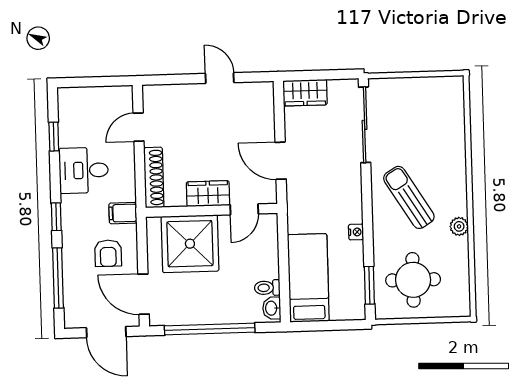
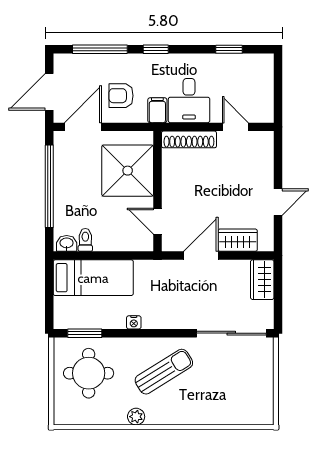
desk: (84, 170) -> (189, 101), moved, turned 180
wardrobe: (208, 194) -> (238, 240), moved, turned -90

